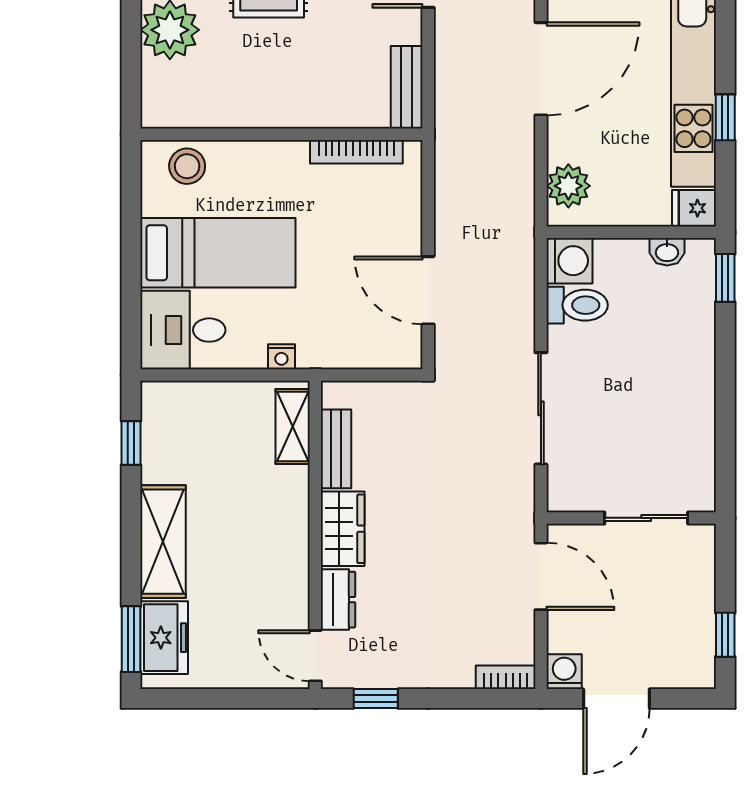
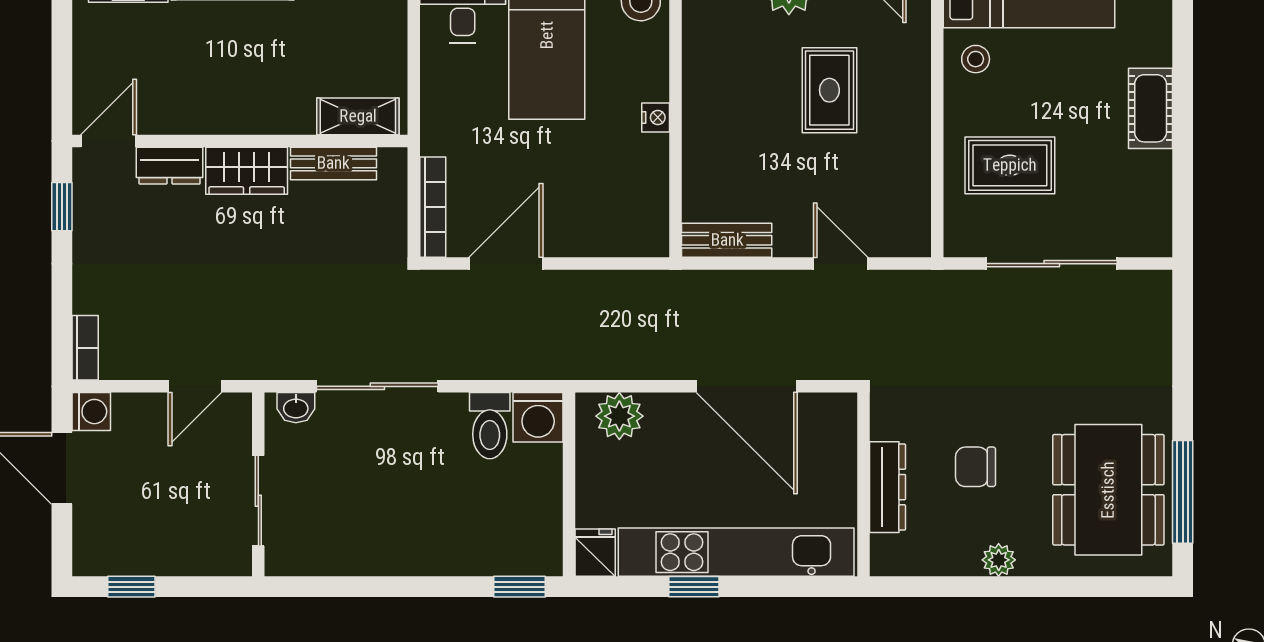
bookcase: (356, 152) -> (433, 207), moved, turned 180
washbasin: (667, 252) -> (296, 408), moved, turned -90
nightstand: (281, 357) -> (656, 117), moved, turned 180
door: (541, 576) -> (195, 386), width x0.73

